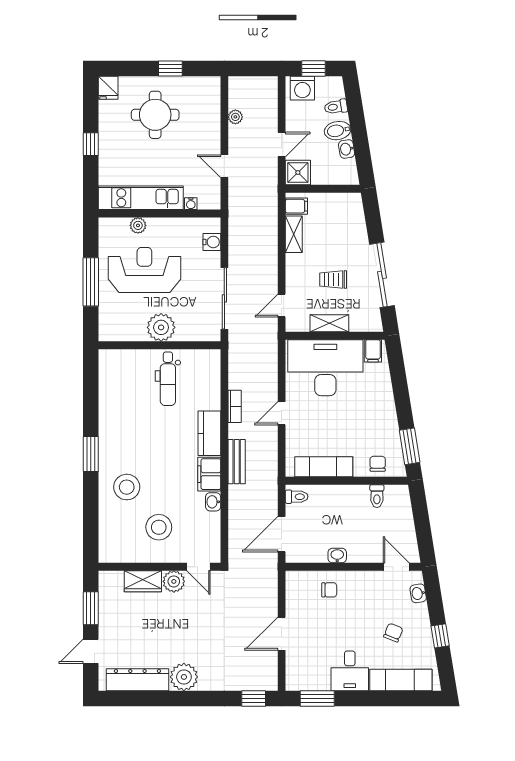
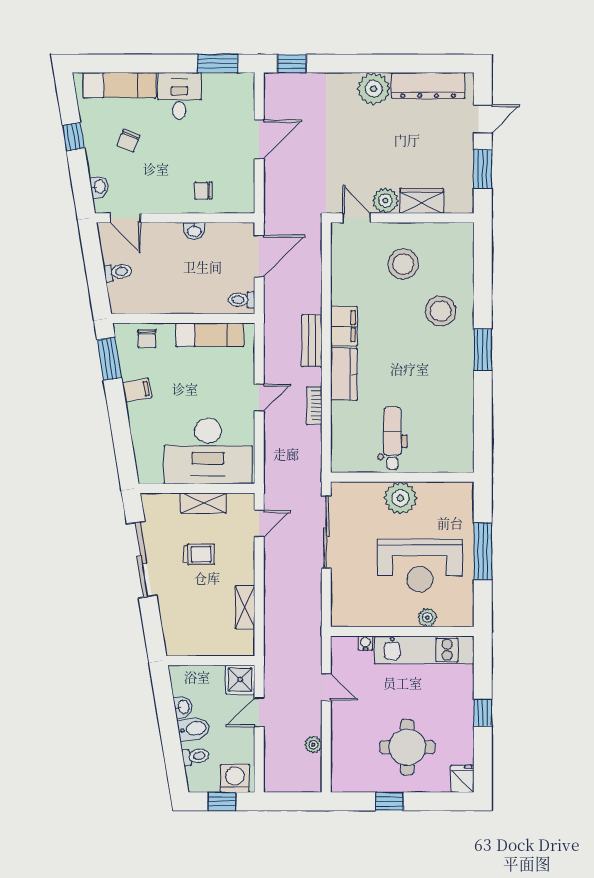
filing cabinet: (296, 206) -> (242, 640), removed
water cooler: (212, 242) -> (341, 598), removed
filing cabinet: (373, 351) -> (137, 390), moved, turned 81
toilet: (377, 496) -> (118, 272), moved, turned 81
washbasin: (213, 502) -> (339, 294), removed

